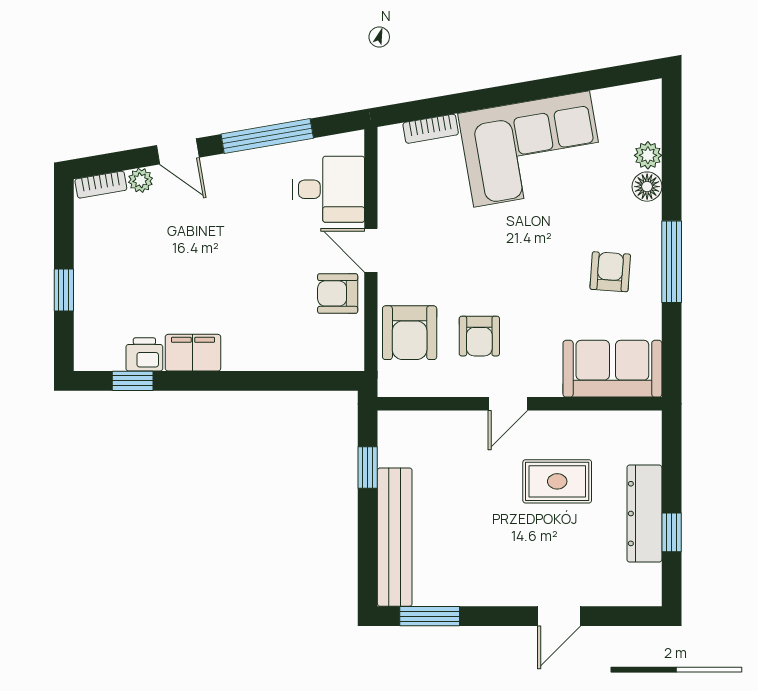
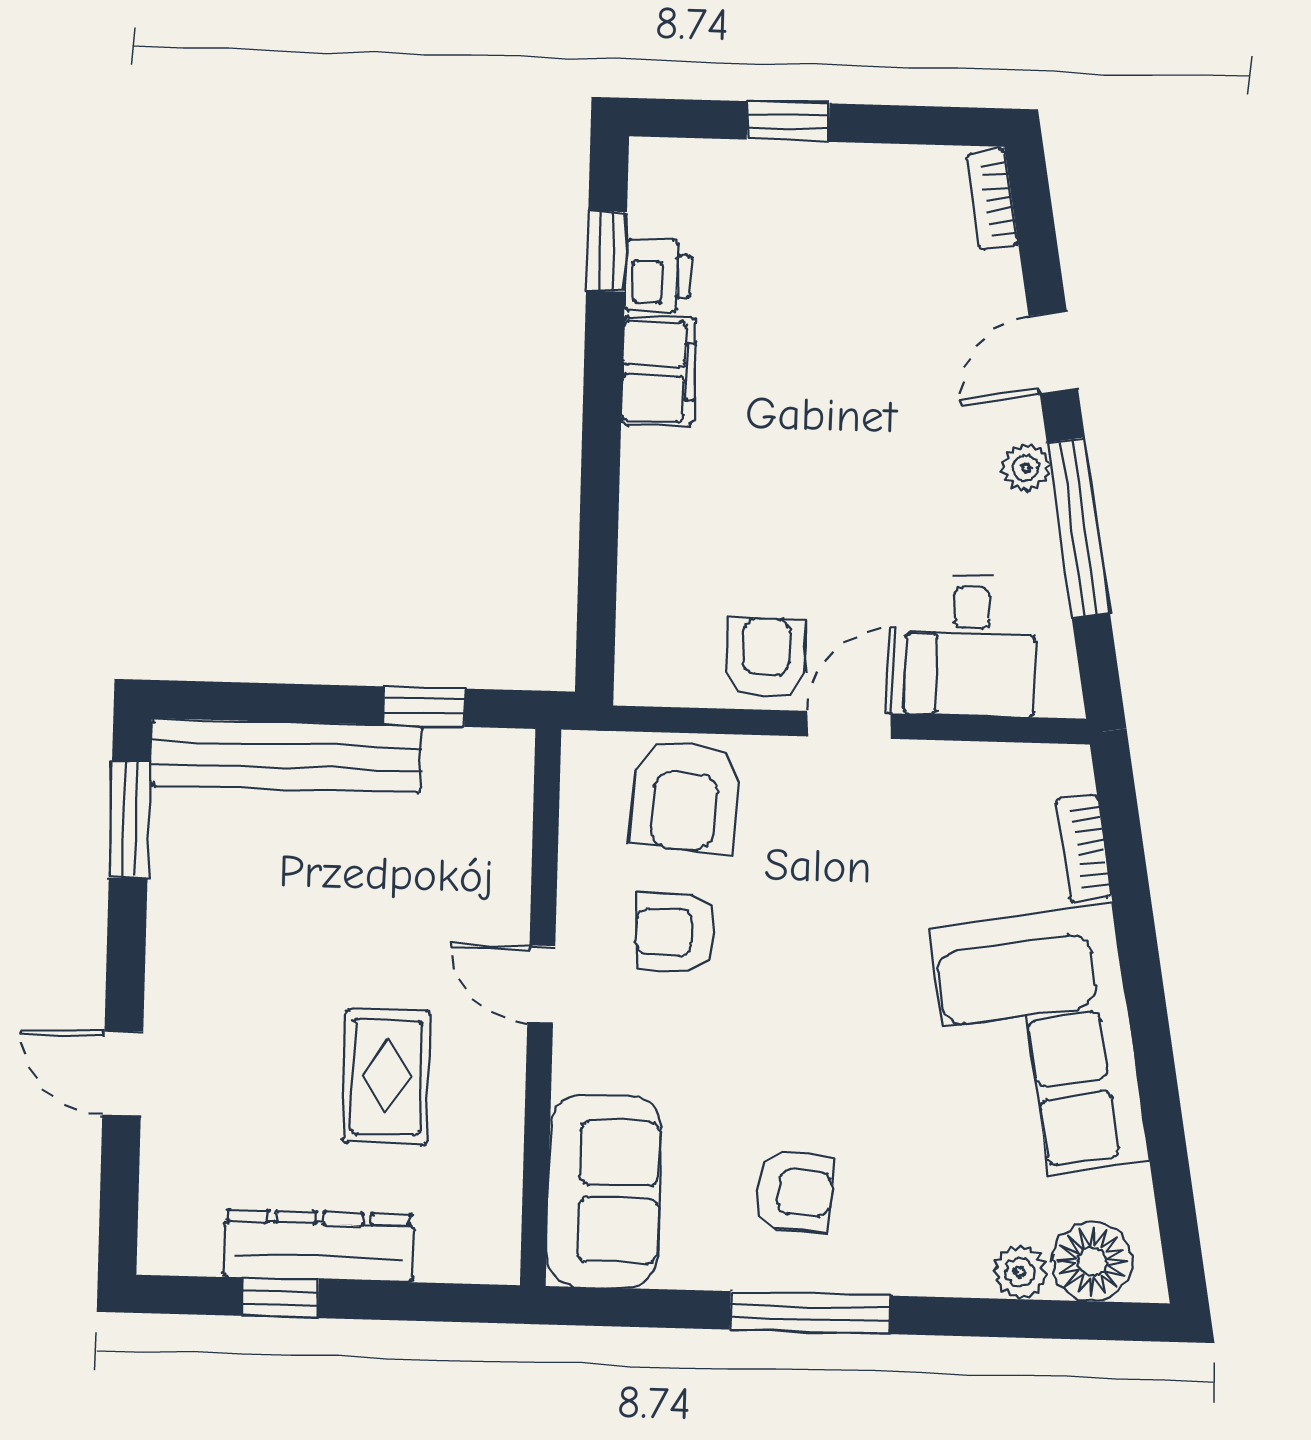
plant: (141, 180) -> (1026, 468), moved
floor lamp: (647, 187) -> (1092, 1262), moved, width x1.38, depth x1.38
armchair: (410, 333) -> (686, 796), turned -85

